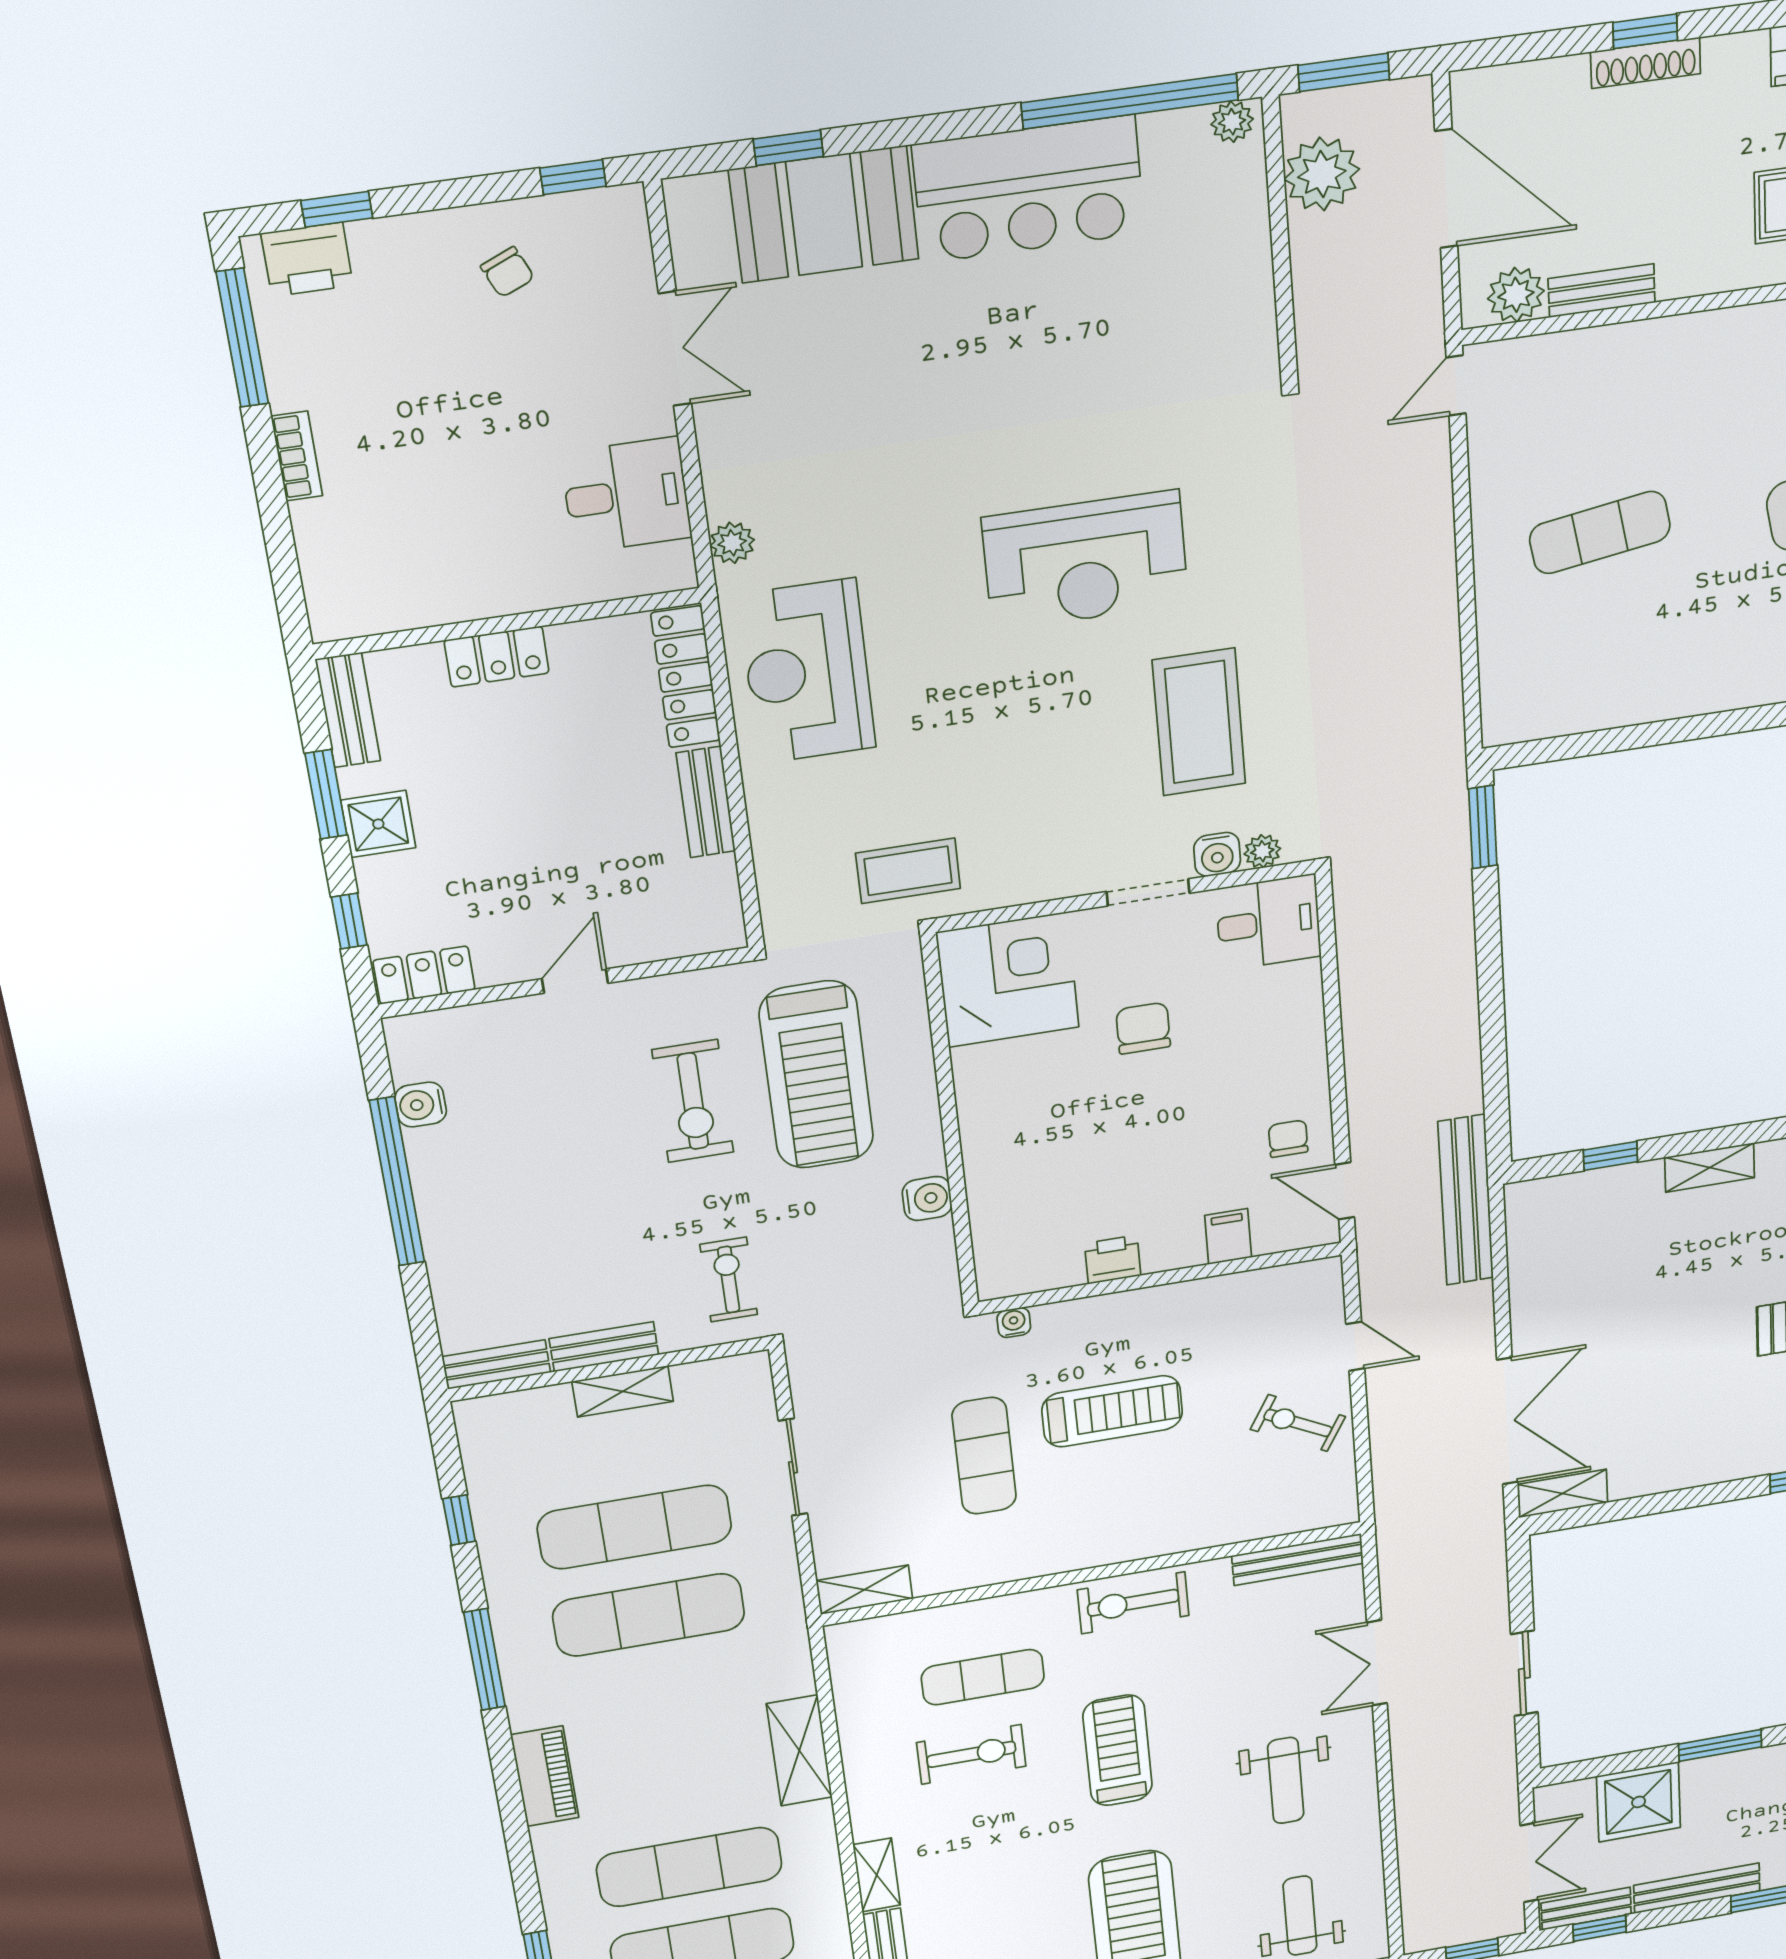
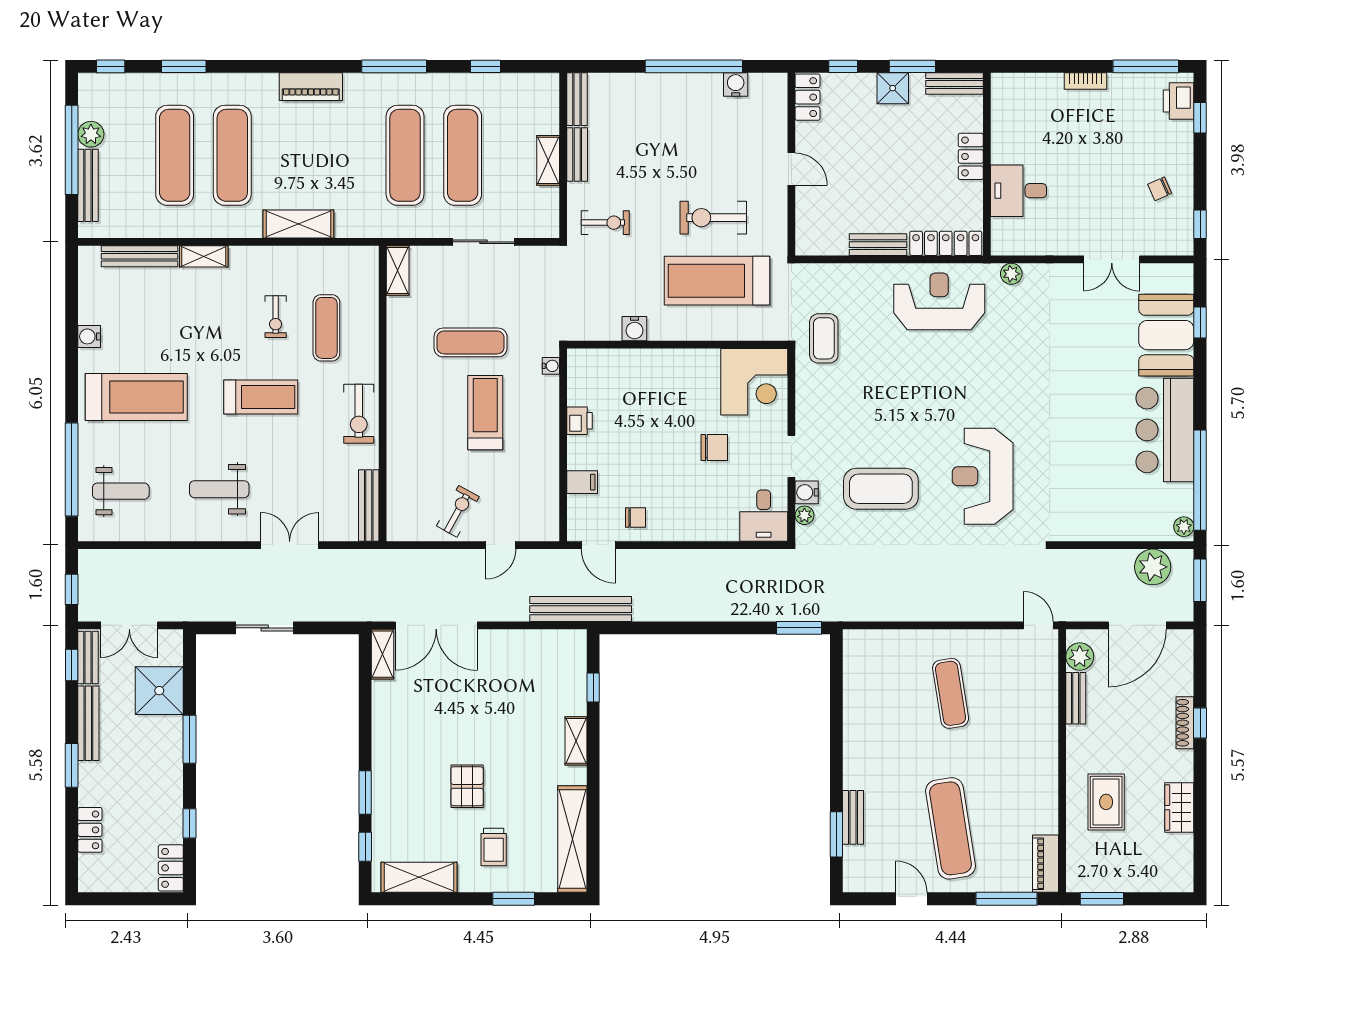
desk: (626, 495) -> (1019, 191), moved, turned 90
reception desk: (1085, 561) -> (983, 476), moved
door: (1345, 1191) -> (598, 545), swing flipped
treadmill: (1112, 1411) -> (485, 413), turned 180
exercise bike: (1133, 1603) -> (359, 414), turned 180
exercise bike: (971, 1754) -> (276, 317), width x0.73, depth x0.72

